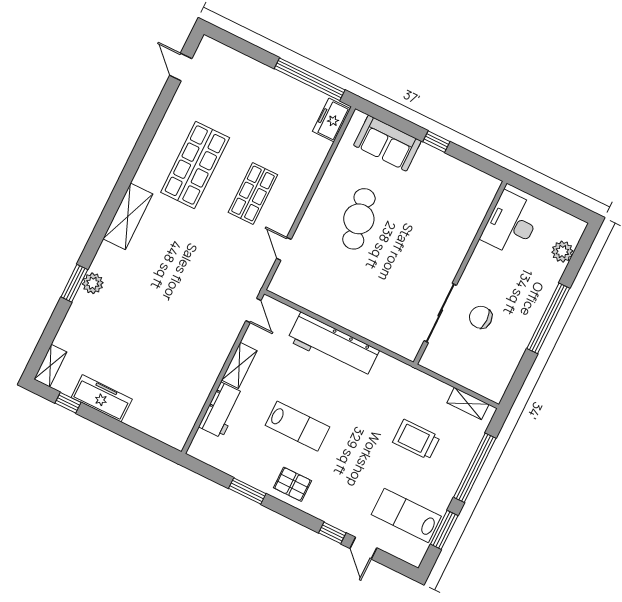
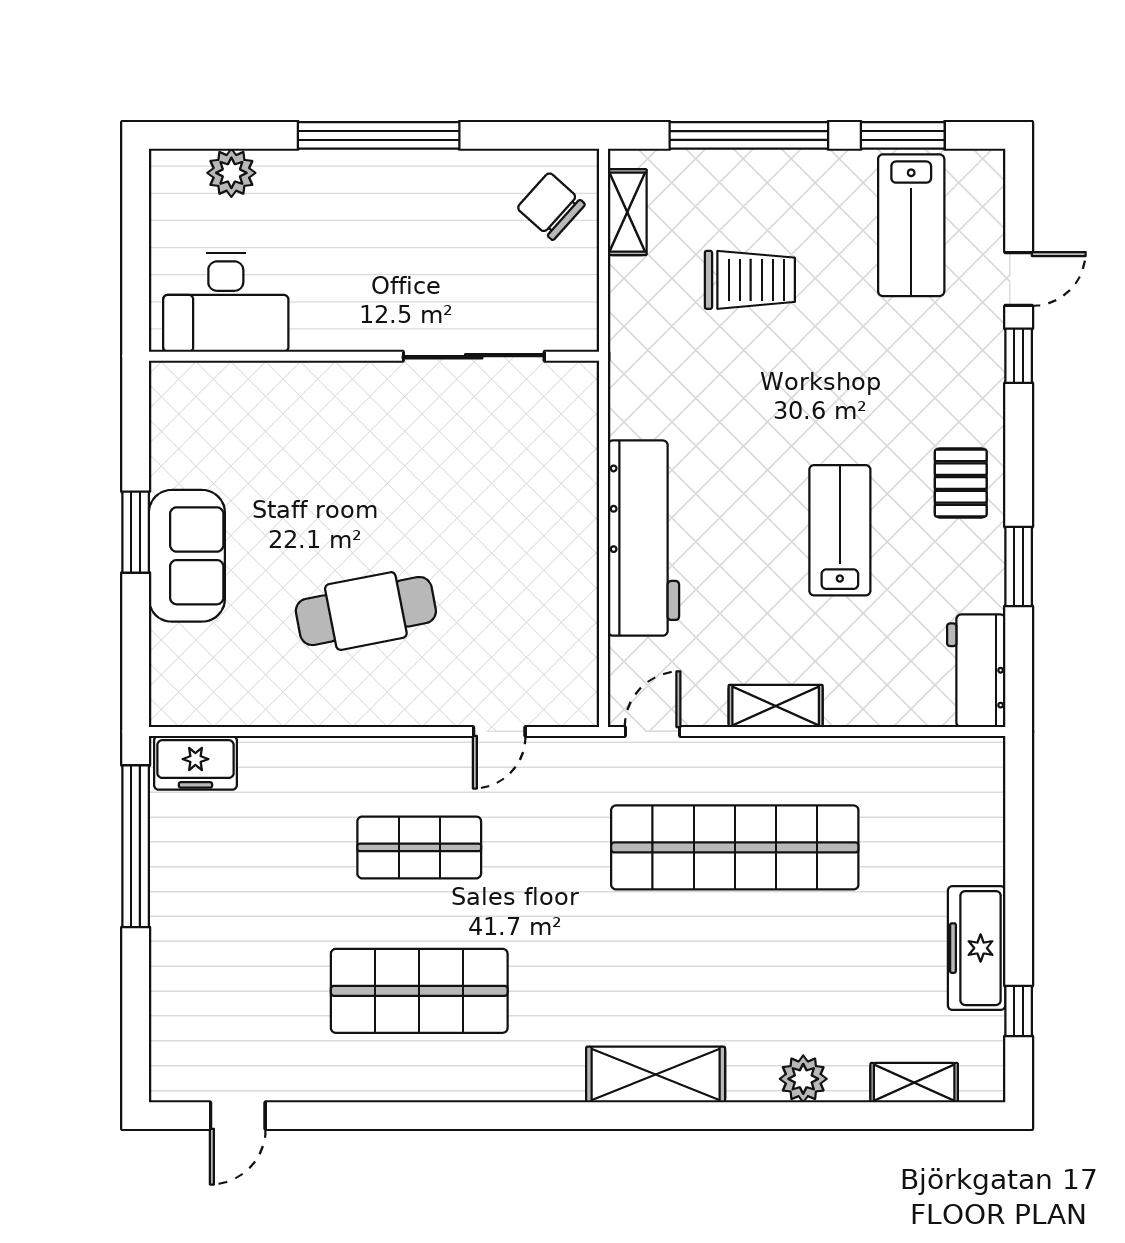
window: (436, 142) -> (136, 532), width x1.50
sofa: (387, 143) -> (187, 556), moved
shelving: (128, 216) -> (656, 1075), moved
window: (74, 283) -> (774, 1116), removed
plant: (93, 283) -> (803, 1079), moved
chair: (481, 317) -> (551, 206), moved, turned 132
shop shelf: (190, 321) -> (735, 847), added
shelving: (50, 366) -> (914, 1083), moved
workbench: (221, 410) -> (976, 671), moved, turned -90
trolley: (416, 440) -> (750, 280), turned -90

